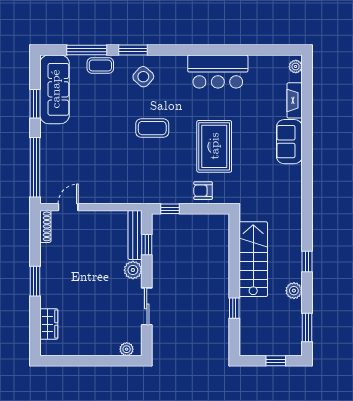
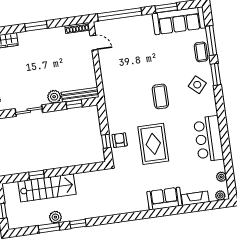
plant: (271, 62) -> (221, 177), added
rug: (214, 146) -> (153, 144), turned 90
window: (170, 209) -> (106, 141), moved
stairs: (253, 259) -> (47, 188), moved
window: (307, 327) -> (49, 228), moved

